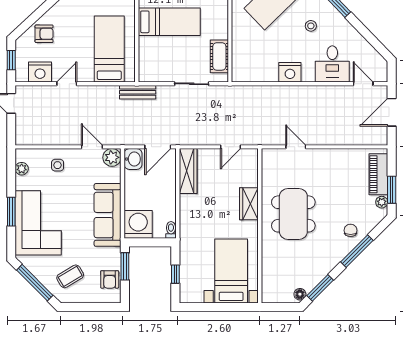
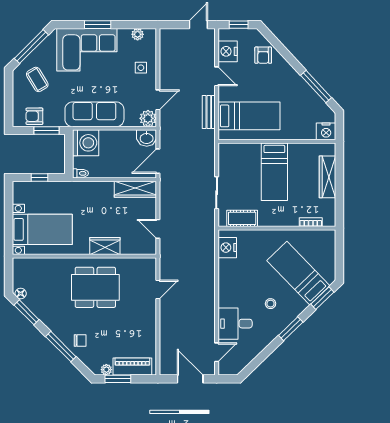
nightstand: (290, 72) -> (227, 248), moved
bench: (138, 92) -> (209, 112), moved
door: (158, 147) -> (158, 161), hinge flipped

